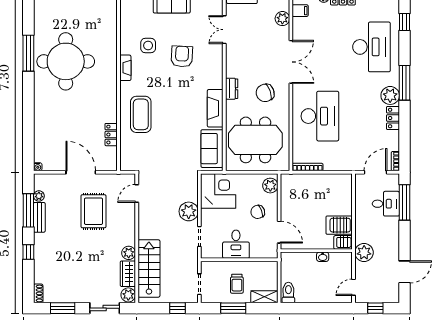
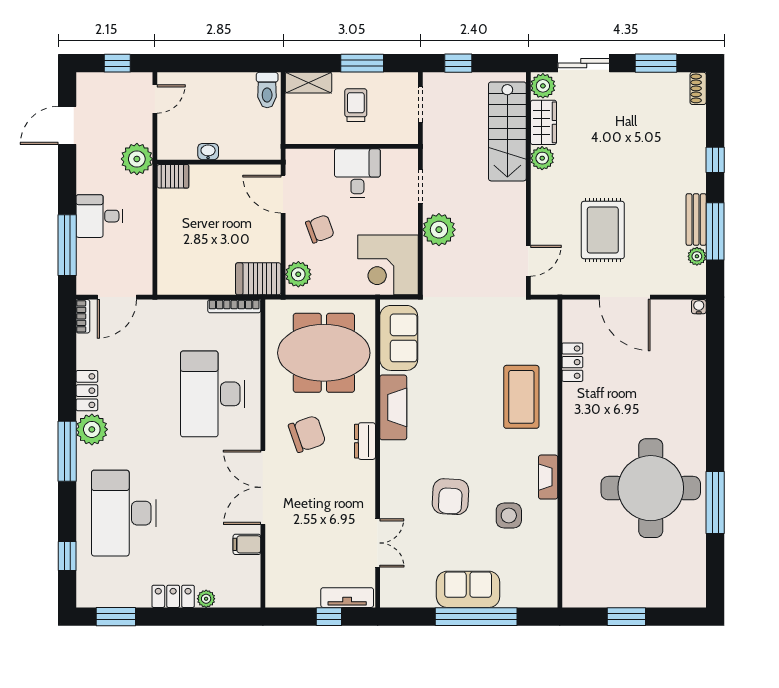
filing cabinet: (300, 11) -> (247, 544), moved
plant: (282, 19) -> (277, 562), removed
desk: (386, 204) -> (99, 216), moved
server rack: (339, 225) -> (258, 279), moved, turned 180

